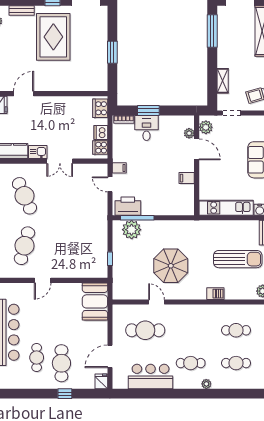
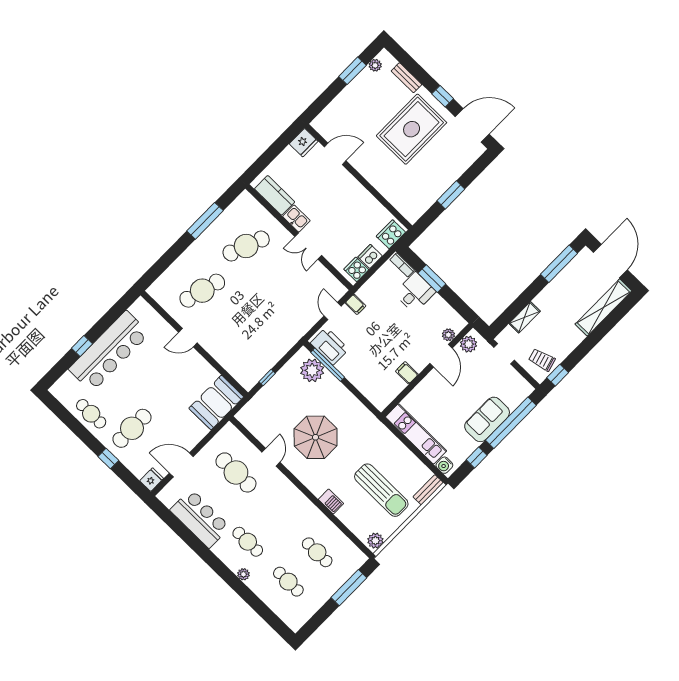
cafe table: (24, 196) -> (246, 246), turned 45
cafe table: (37, 358) -> (91, 414), moved, turned 90

